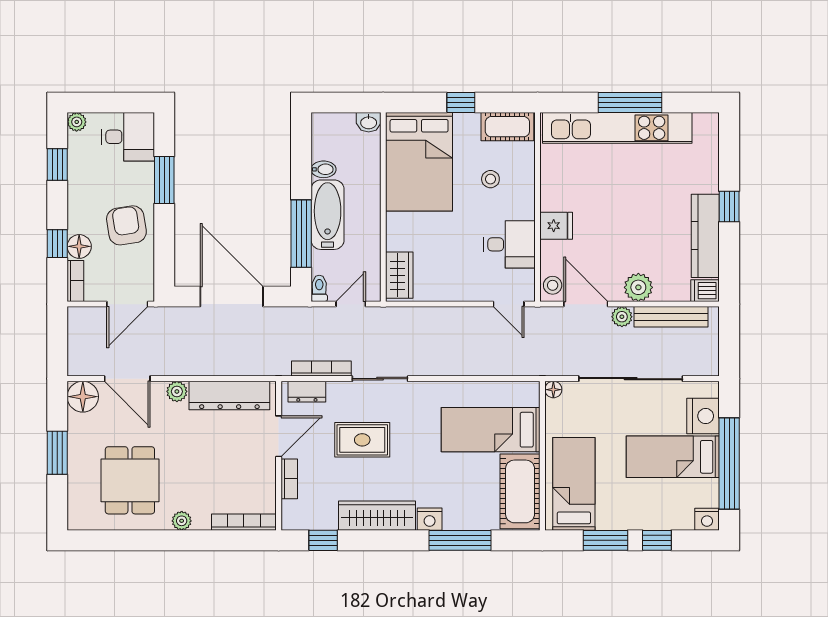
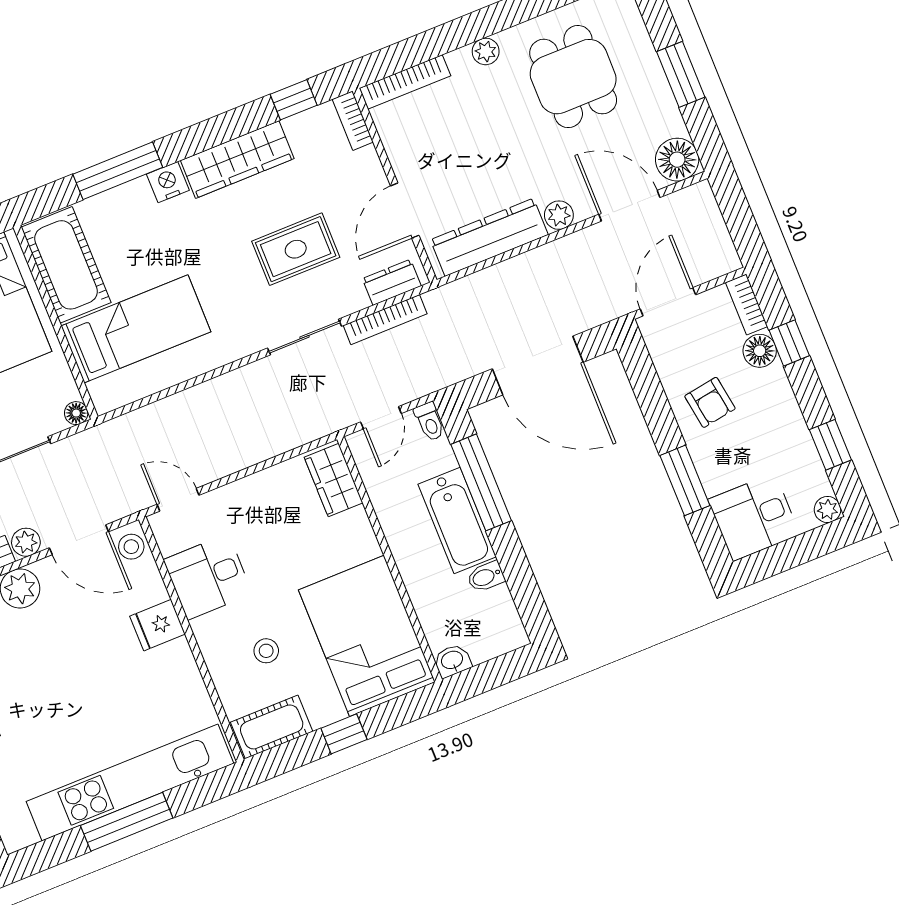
armchair: (126, 225) -> (710, 402), width x0.72, depth x0.72
bookcase: (289, 479) -> (353, 121), moved

